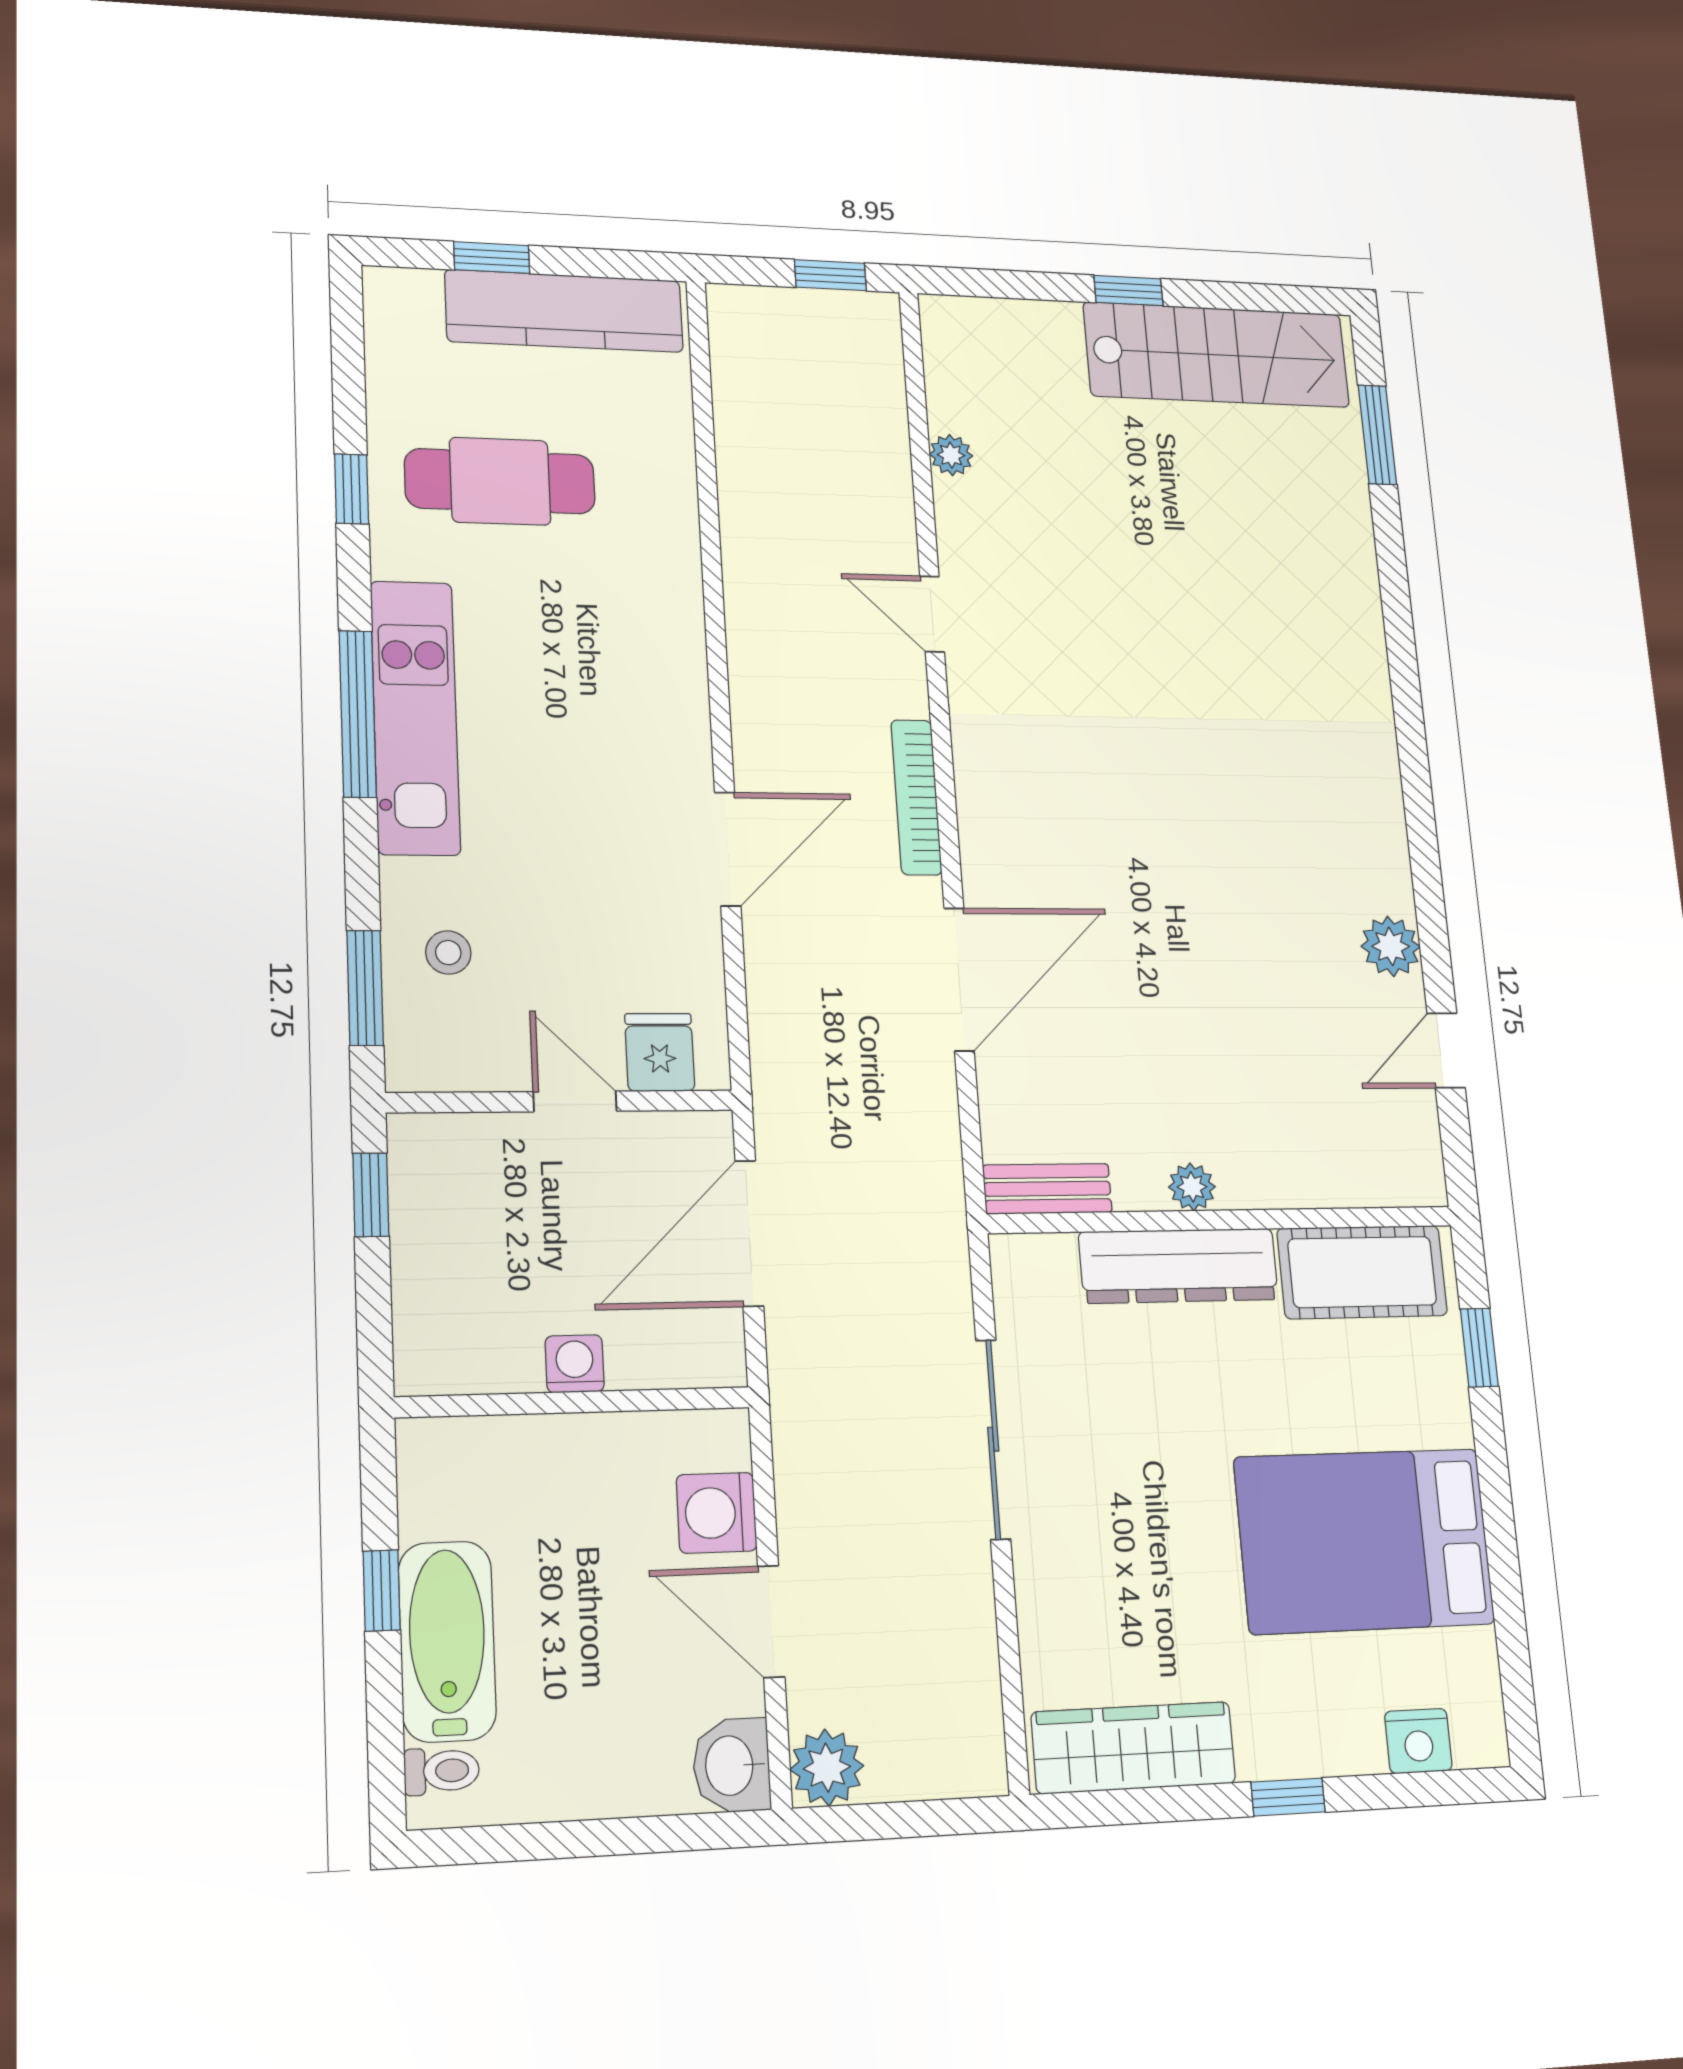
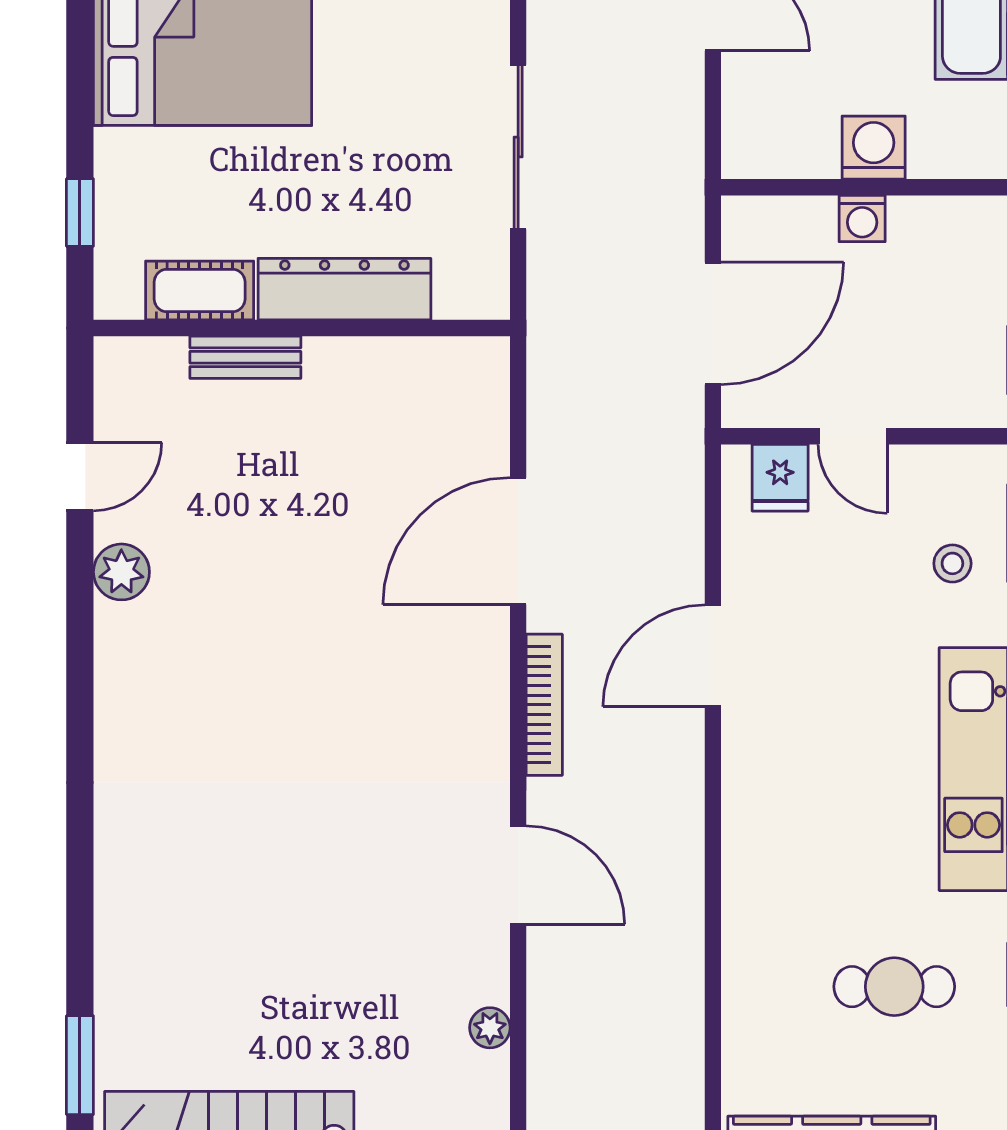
cafe table: (500, 481) -> (894, 987), width x0.73, depth x0.74
door: (932, 614) -> (518, 875), width x1.38
plant: (1192, 1187) -> (326, 357), removed
bench: (1047, 1189) -> (245, 357), moved
cot: (1362, 1272) -> (200, 291), width x0.73, depth x0.75
washing machine: (717, 1513) -> (874, 148), moved, turned -90

